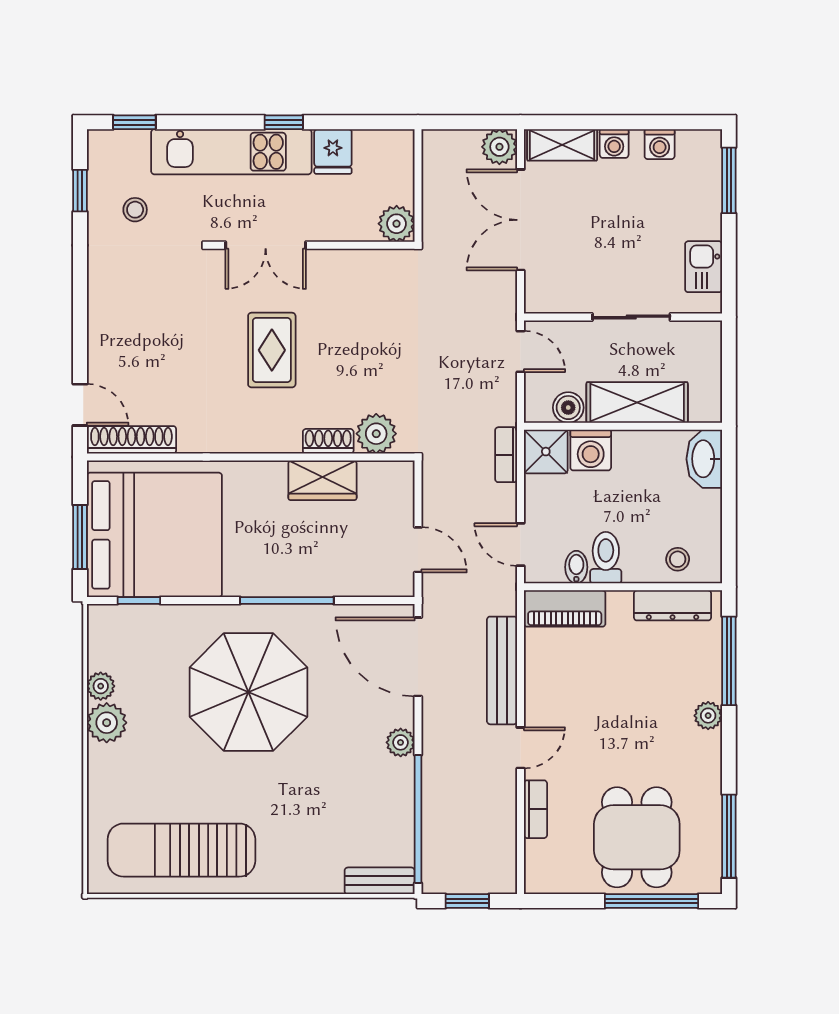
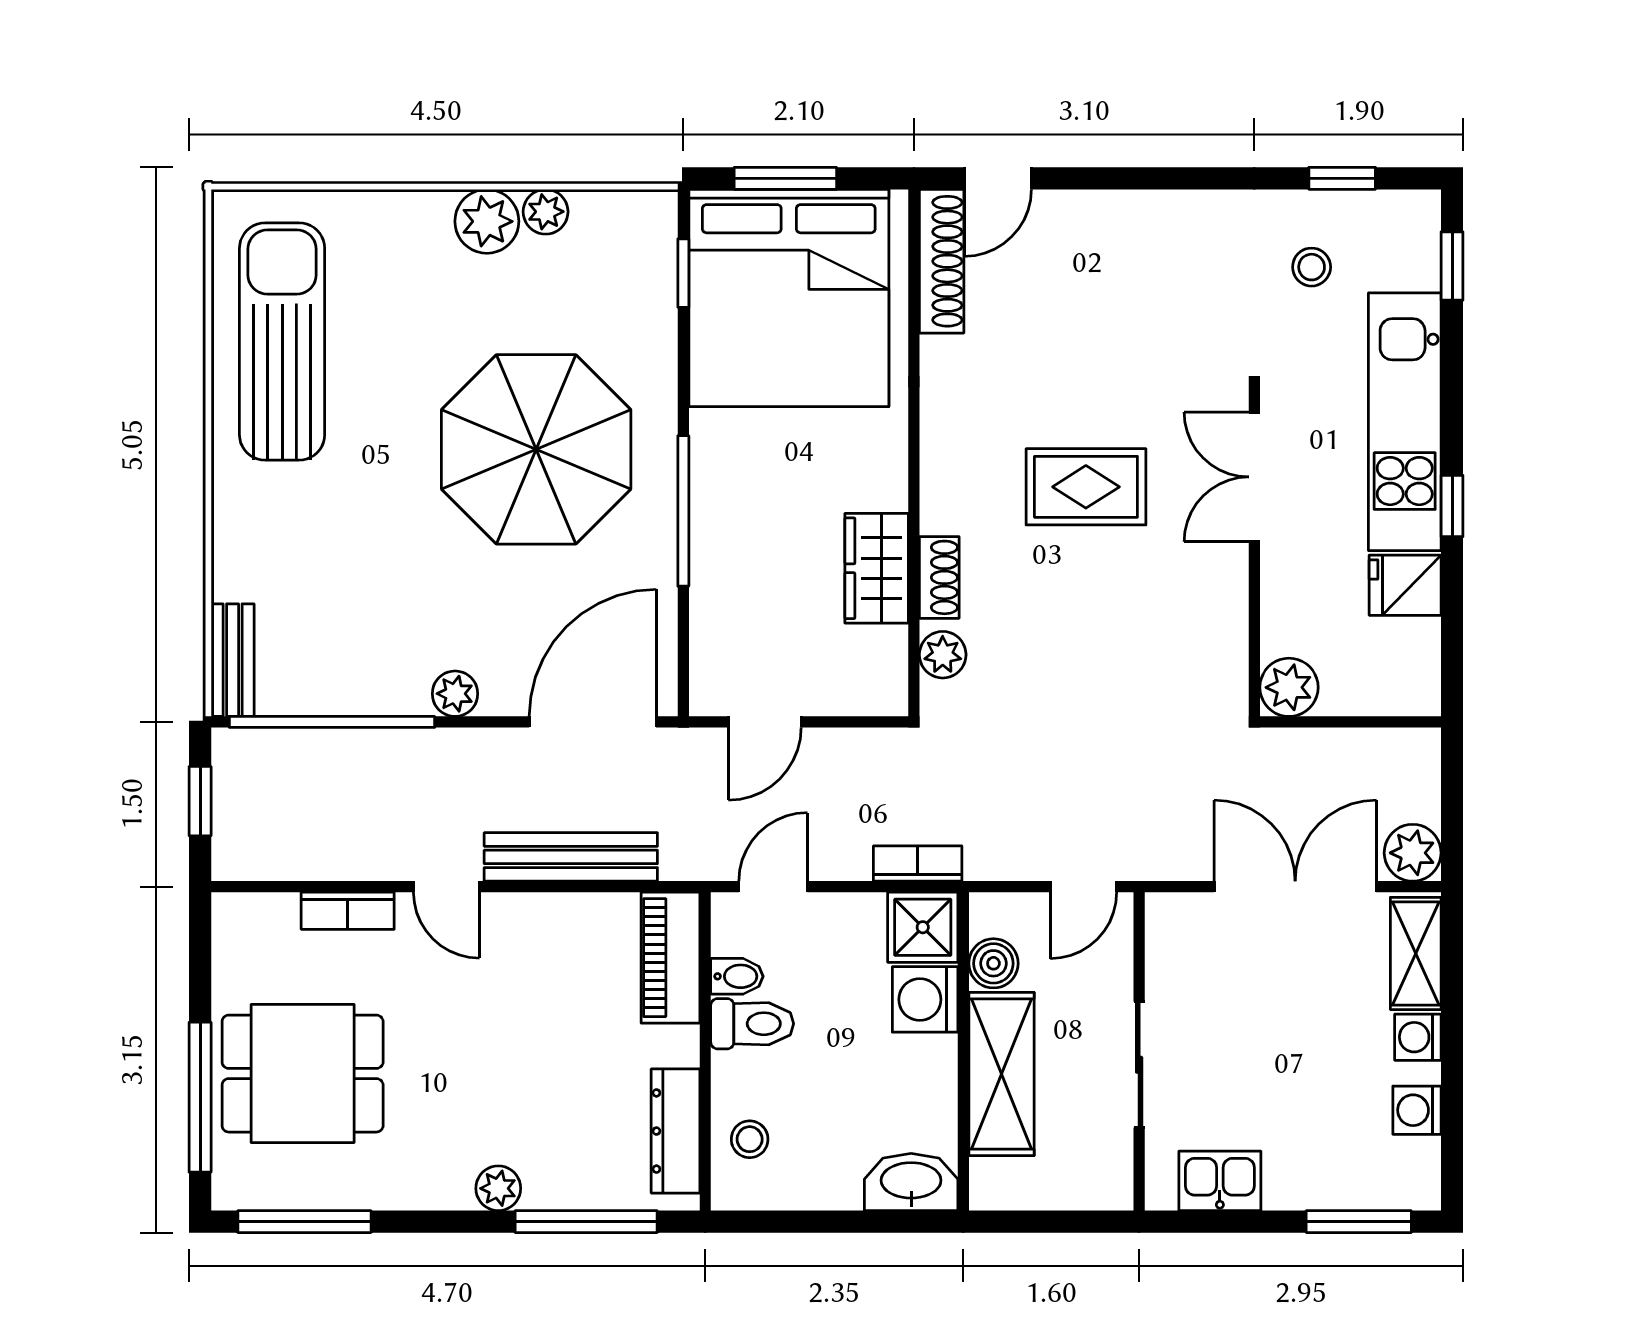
plant: (376, 434) -> (943, 655), width x0.73, depth x0.73

